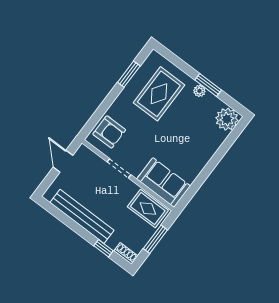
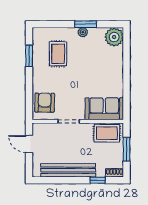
rug: (159, 94) -> (58, 54), width x0.73, depth x0.70
armchair: (109, 132) -> (45, 103), turned -89

